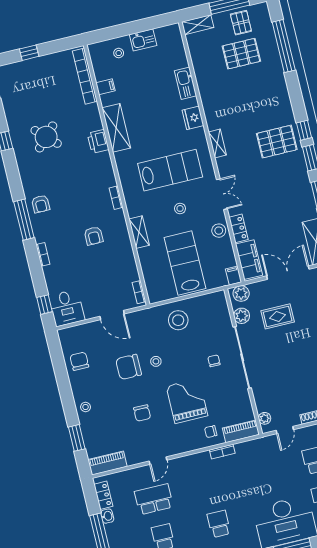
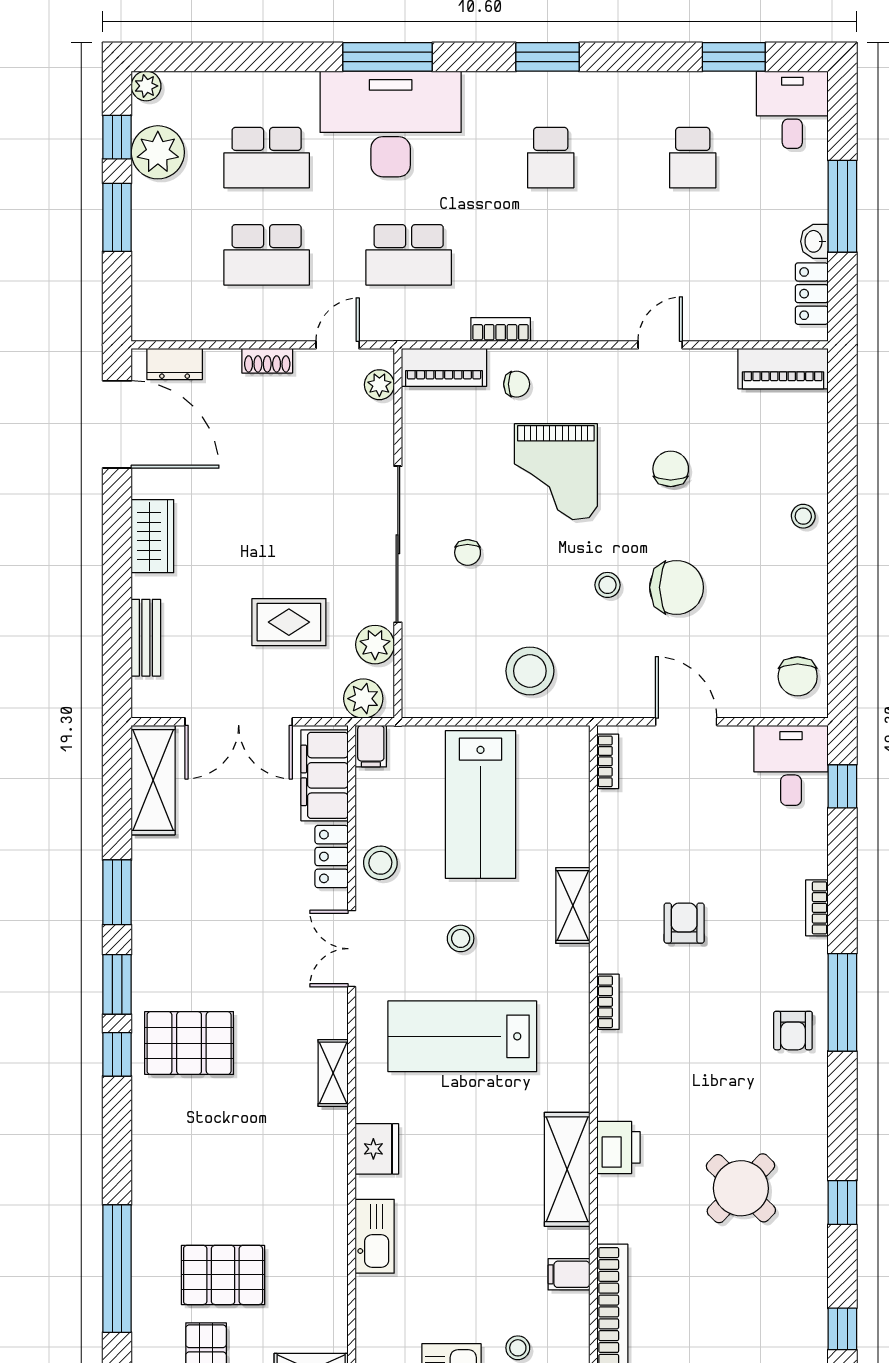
armchair: (41, 204) -> (793, 1031), turned 180
chair: (79, 361) -> (798, 676), moved
window: (77, 438) -> (842, 447), removed
school desk: (154, 499) -> (409, 255), moved

